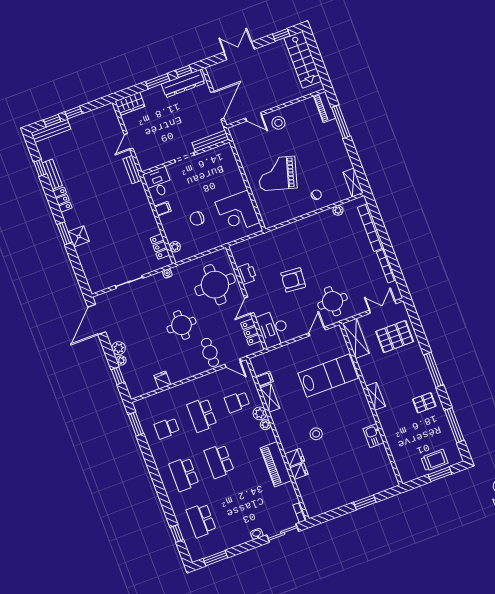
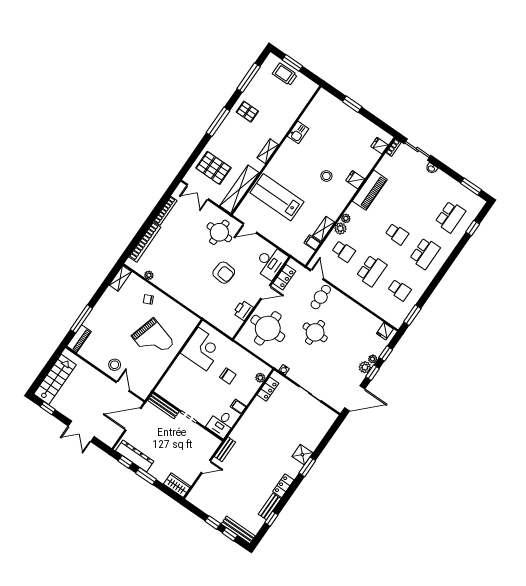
shelving: (356, 338) -> (239, 189), width x1.47
window: (109, 352) -> (372, 373), added
fridge: (162, 380) -> (385, 331), moved
school desk: (219, 461) -> (397, 234), width x0.54
fridge: (299, 471) -> (380, 146), moved

